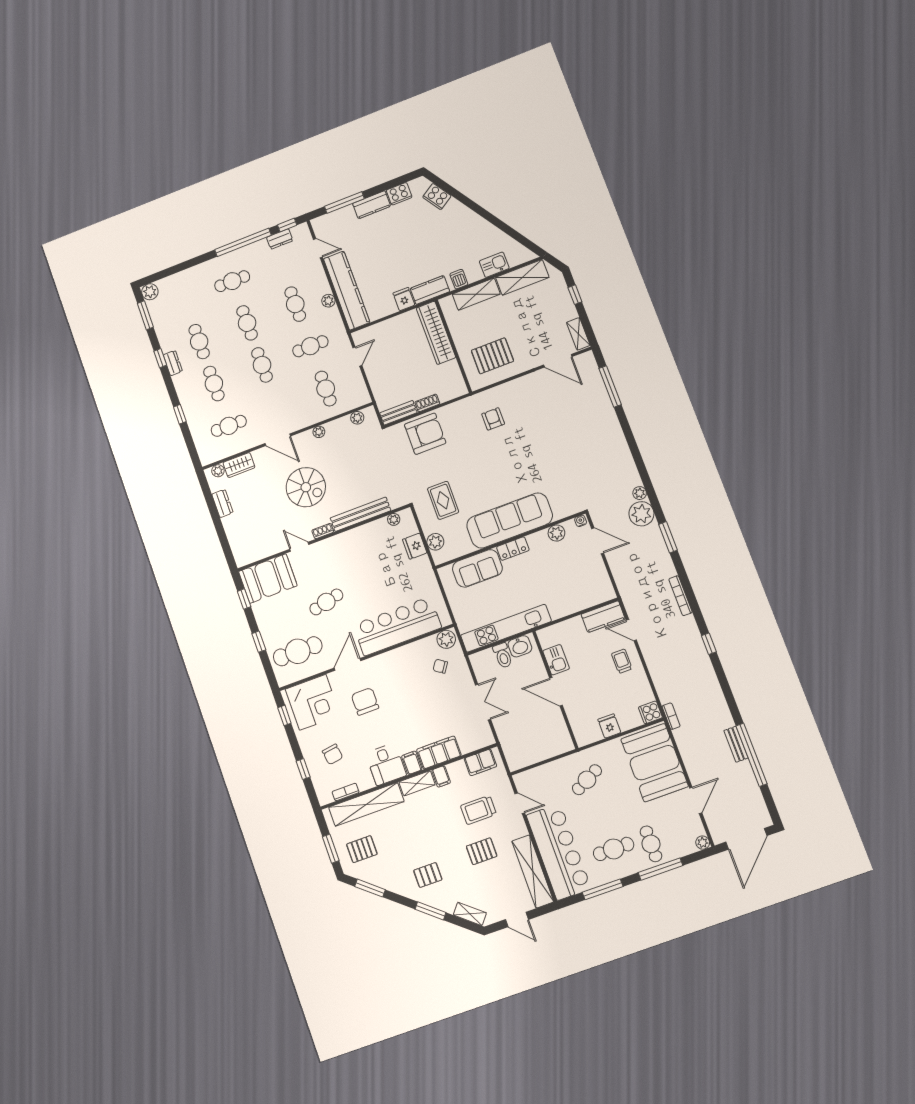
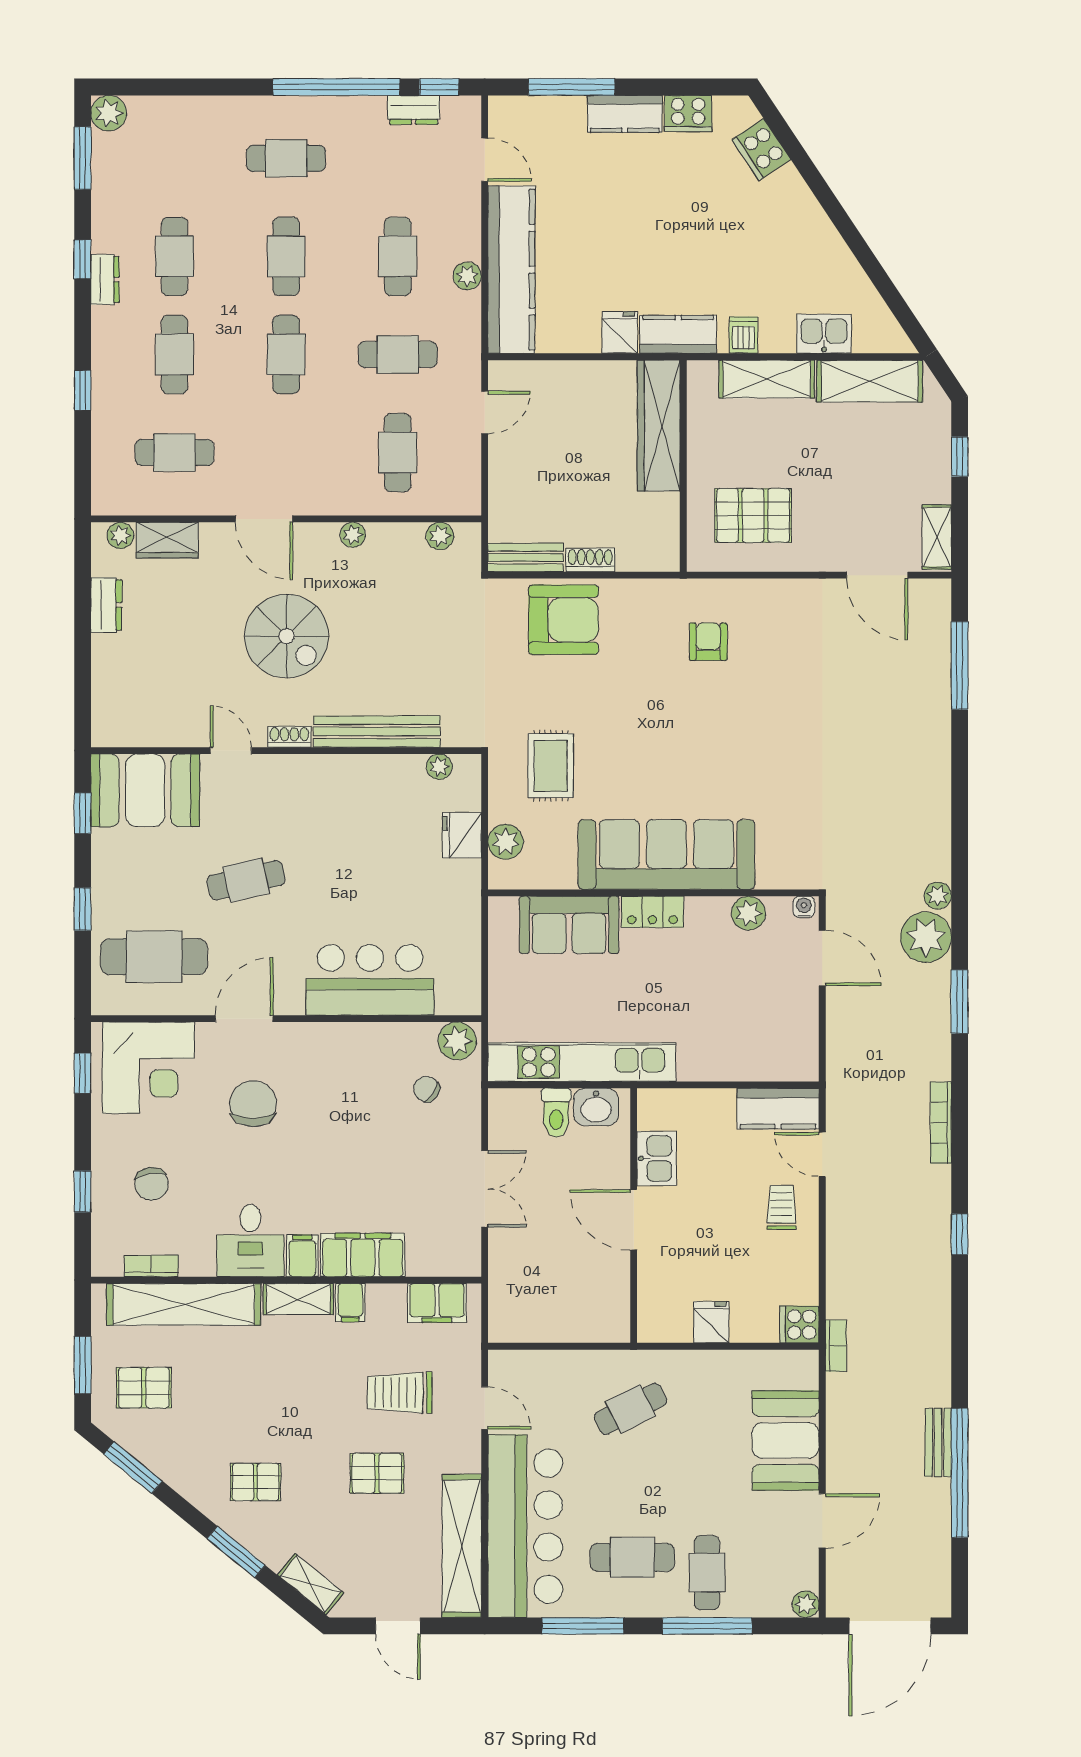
bar counter: (397, 626) -> (370, 980), width x0.73
booth: (655, 763) -> (785, 1440), width x0.73, depth x0.70

